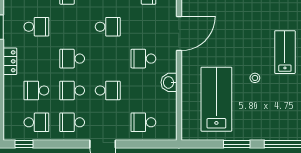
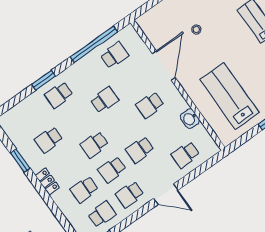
school desk: (36, 27) -> (49, 140), turned 180
stool: (255, 78) -> (196, 29), moved
washbasin: (169, 82) -> (190, 119), moved
school desk: (108, 90) -> (140, 150), turned 180

